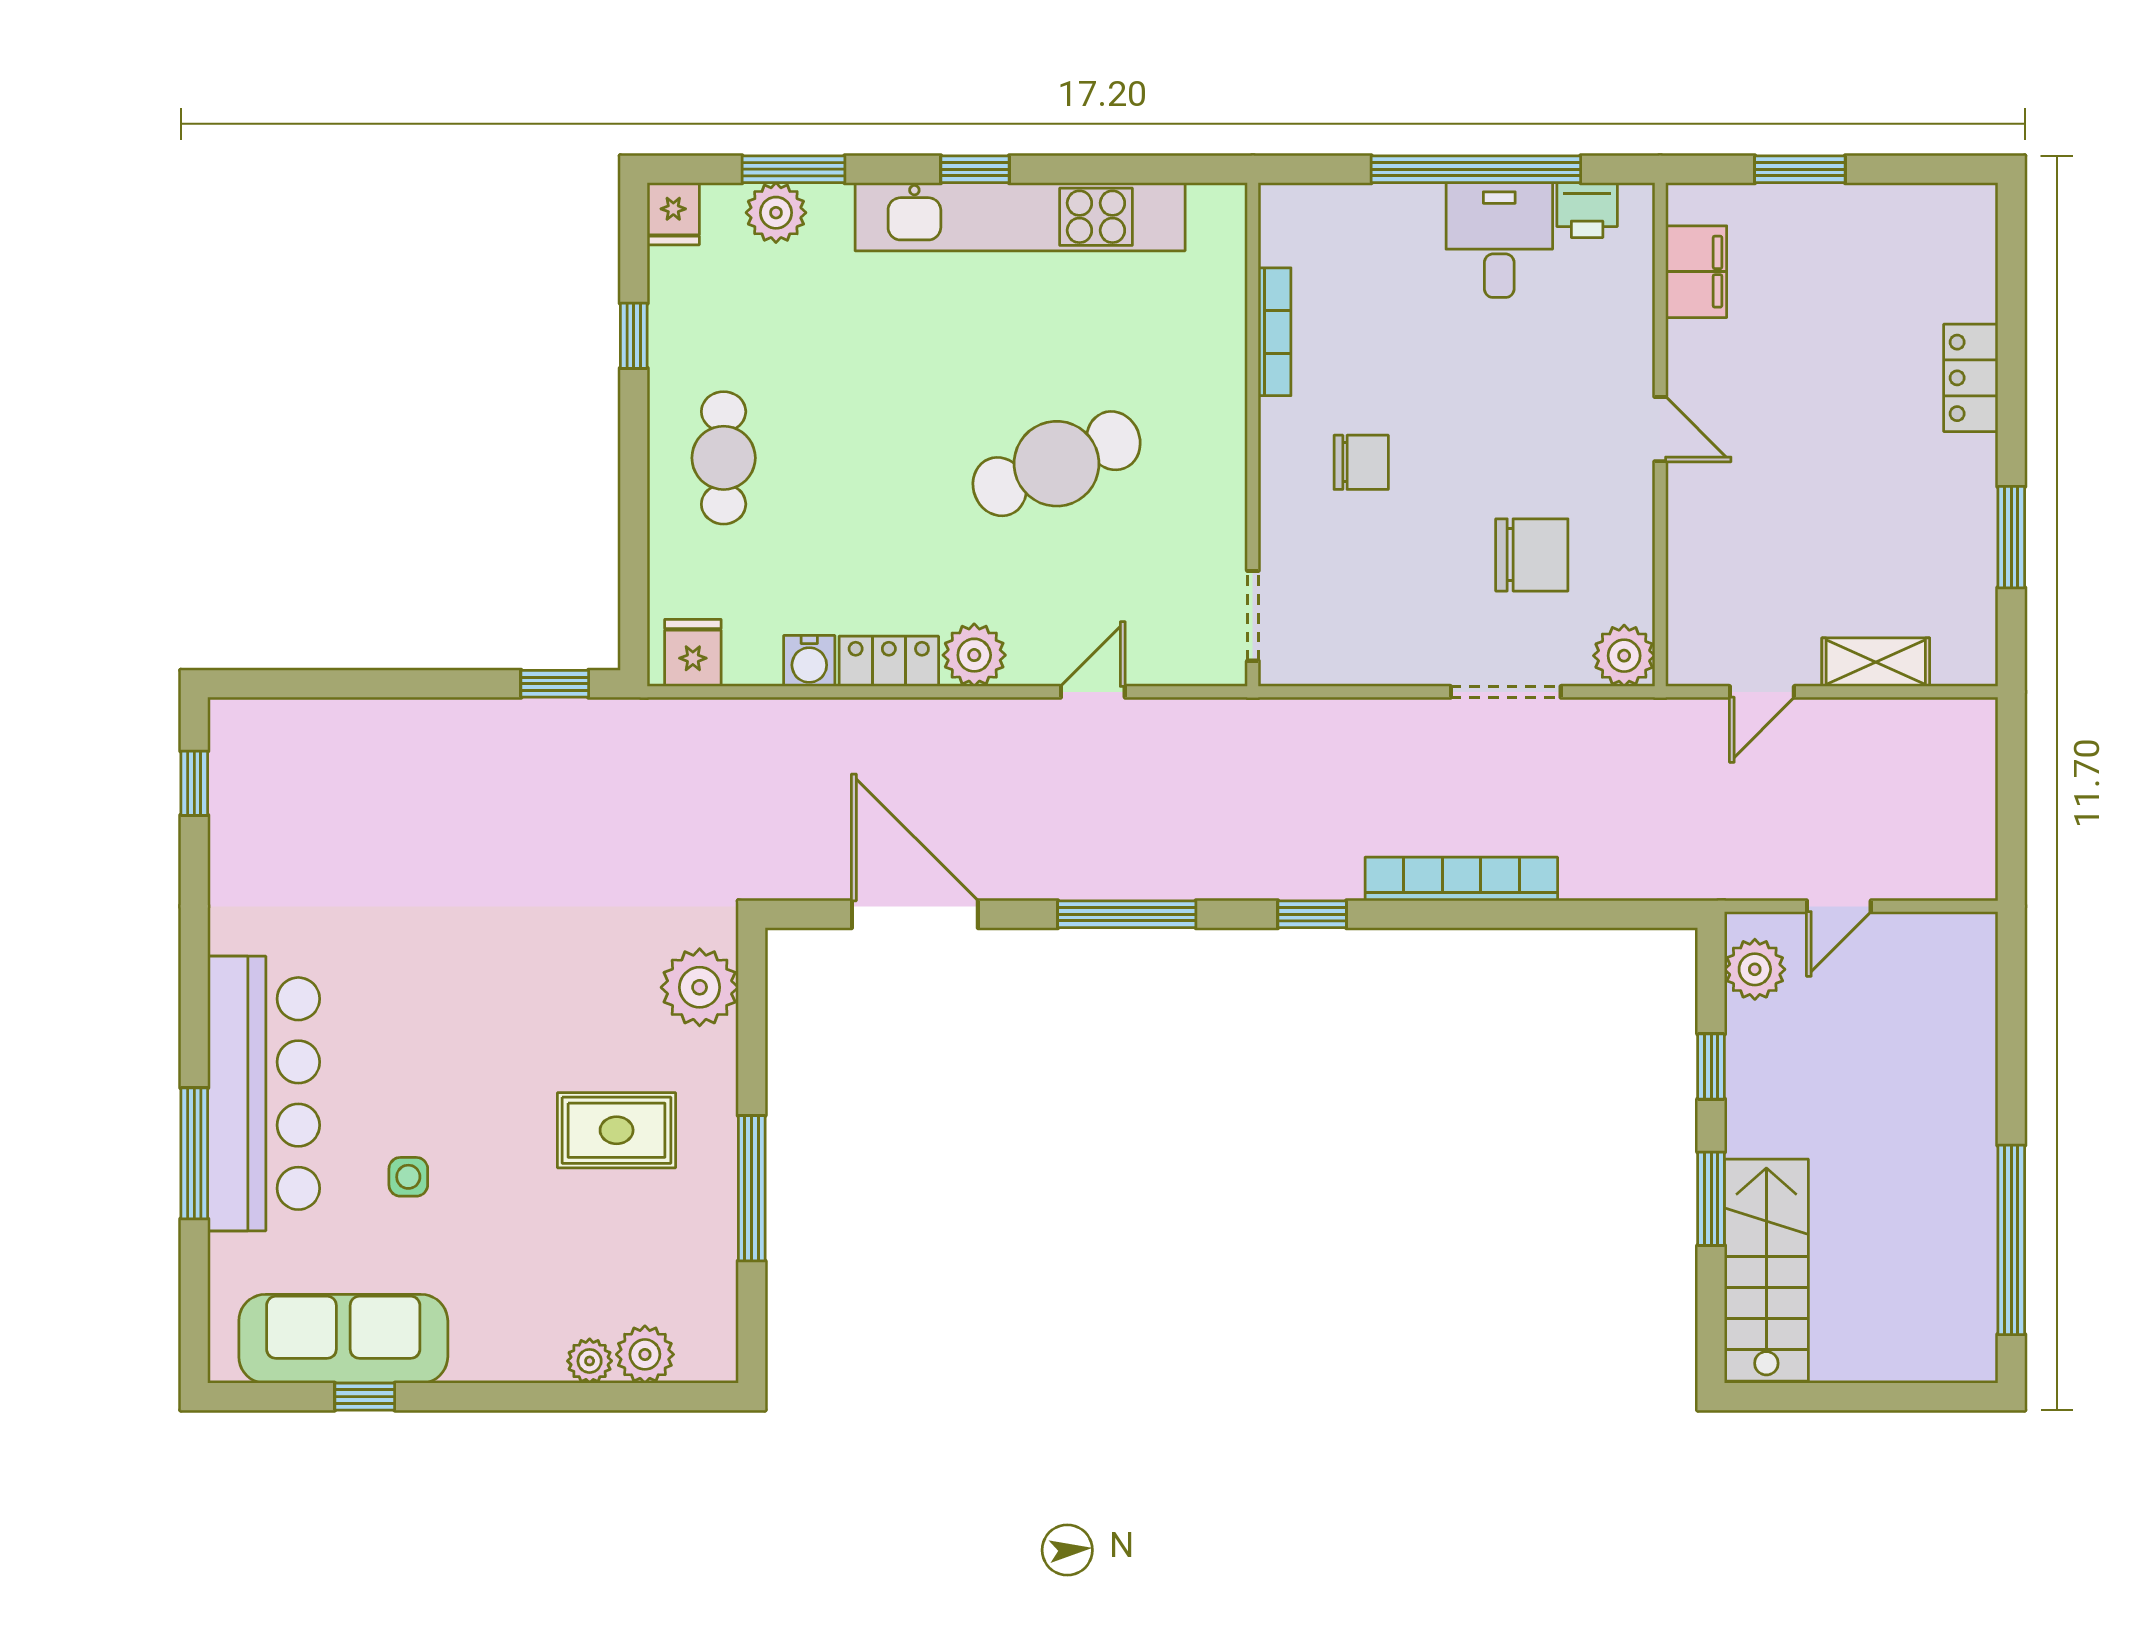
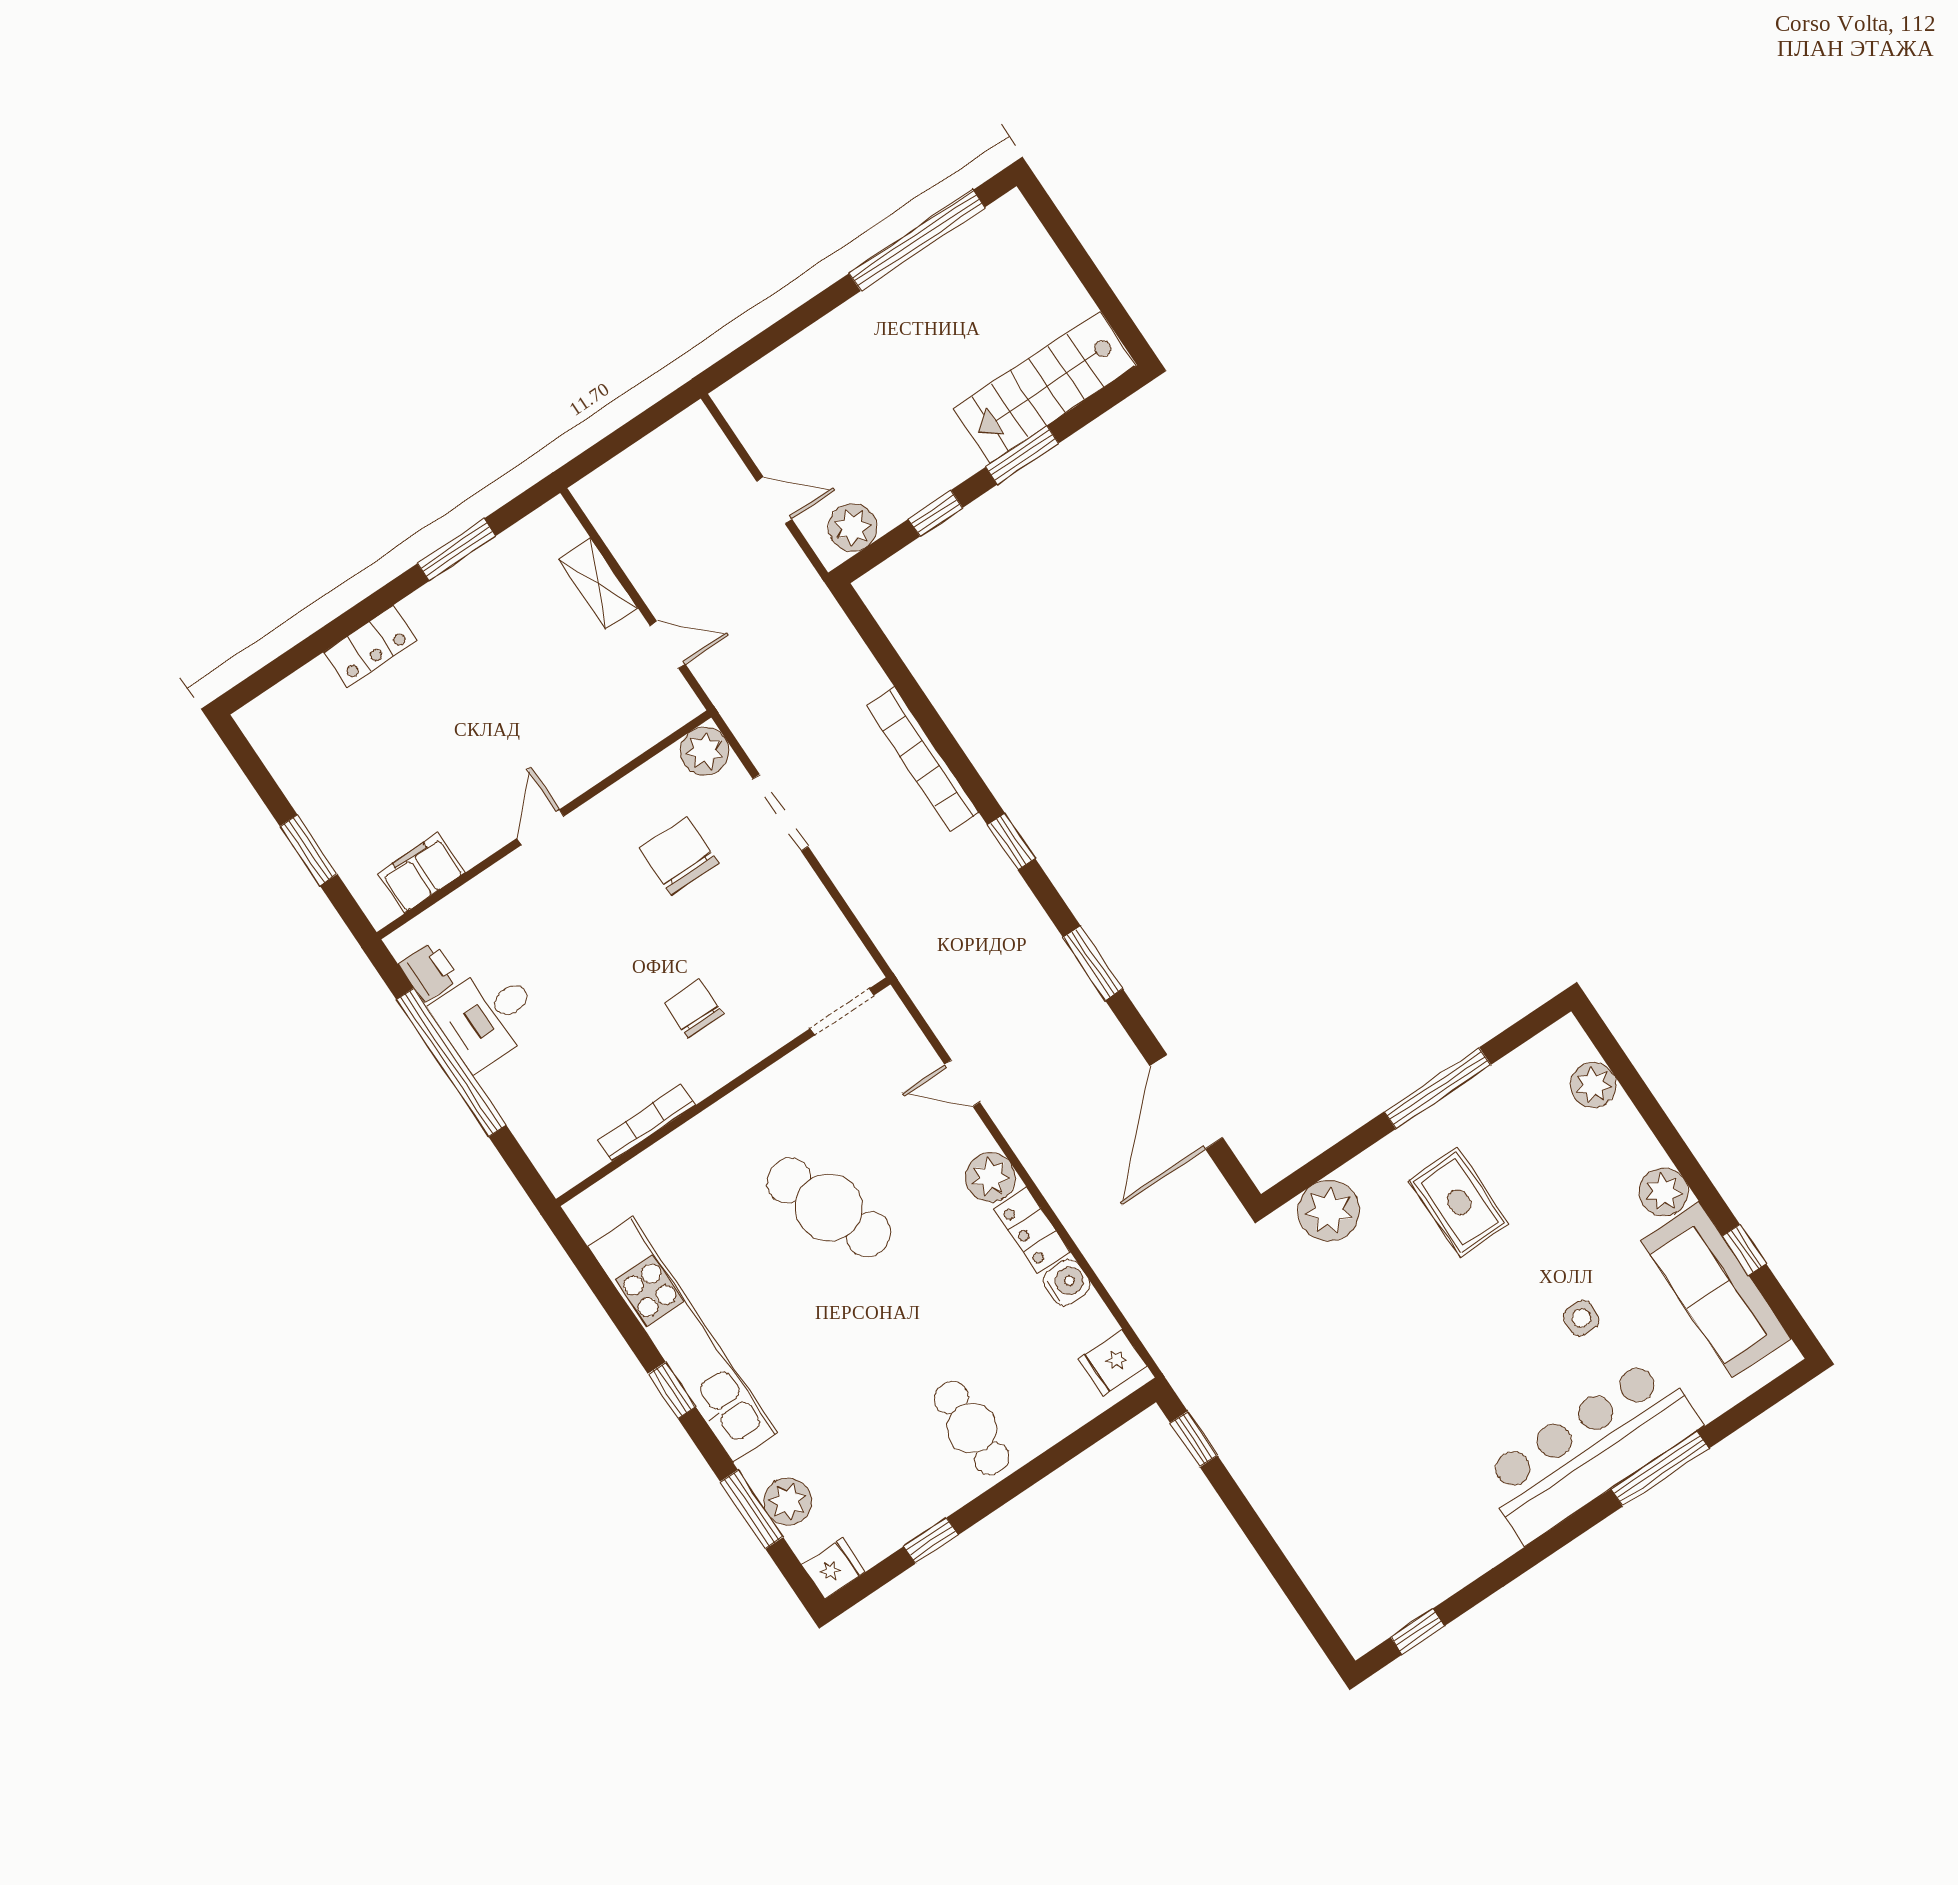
cafe table: (724, 458) -> (971, 1428), turned 90
window: (1127, 914) -> (1093, 963), width x0.69
plant: (590, 1361) -> (1664, 1192), moved, width x1.38, depth x1.38

